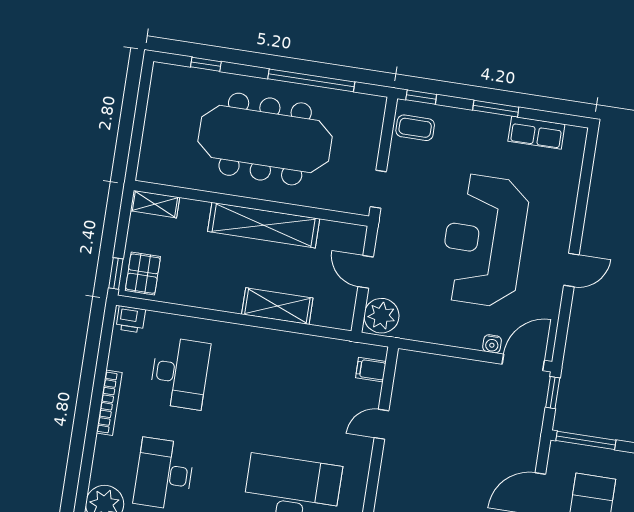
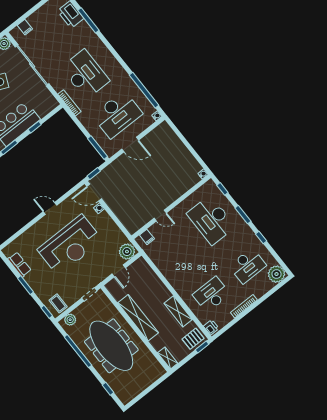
plant: (371, 120) -> (70, 320), added
shelving: (277, 306) -> (178, 311), moved

